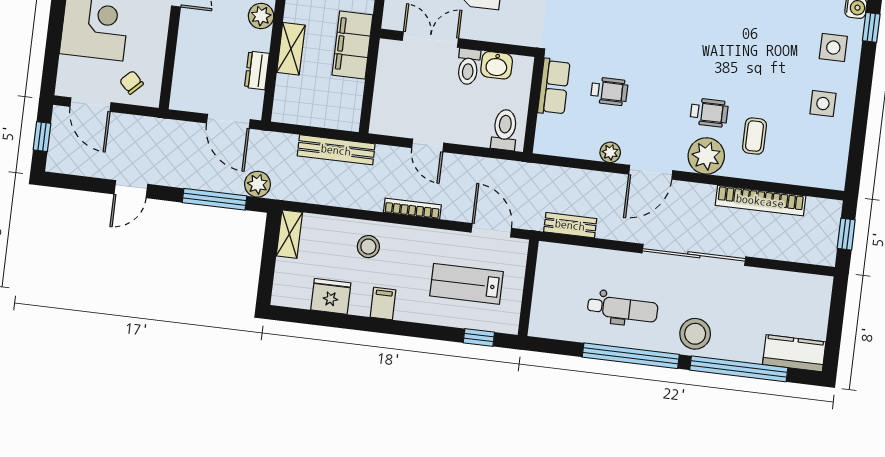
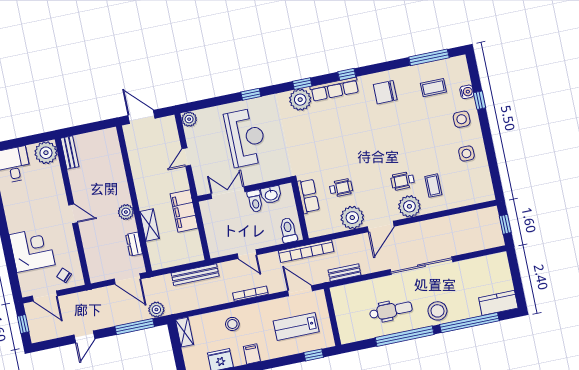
wheelchair: (709, 113) -> (403, 181), turned 180
plant: (610, 152) -> (352, 218), width x1.88, depth x1.88
bookcase: (760, 201) -> (306, 251), moved

